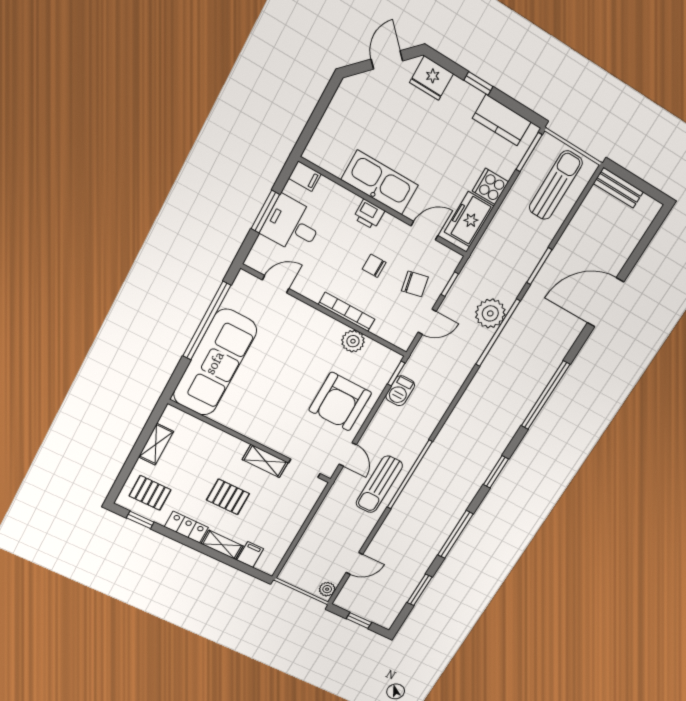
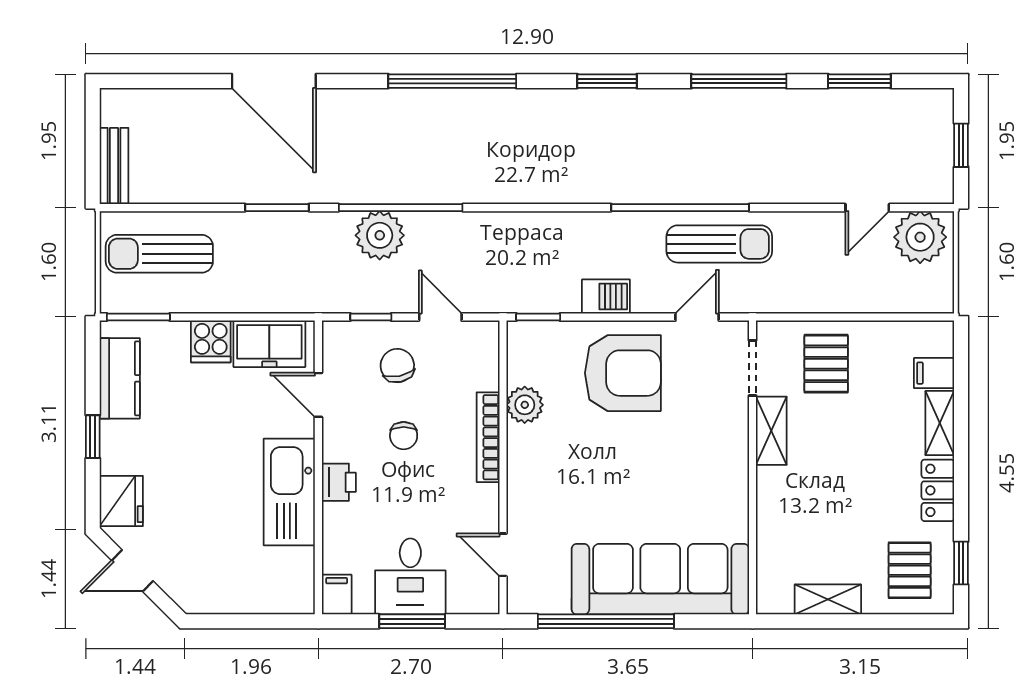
barbecue: (400, 391) -> (606, 297), moved
pallet: (228, 497) -> (826, 364), moved
door: (354, 563) -> (867, 208), swing flipped
plant: (327, 589) -> (920, 237), width x1.87, depth x1.87

